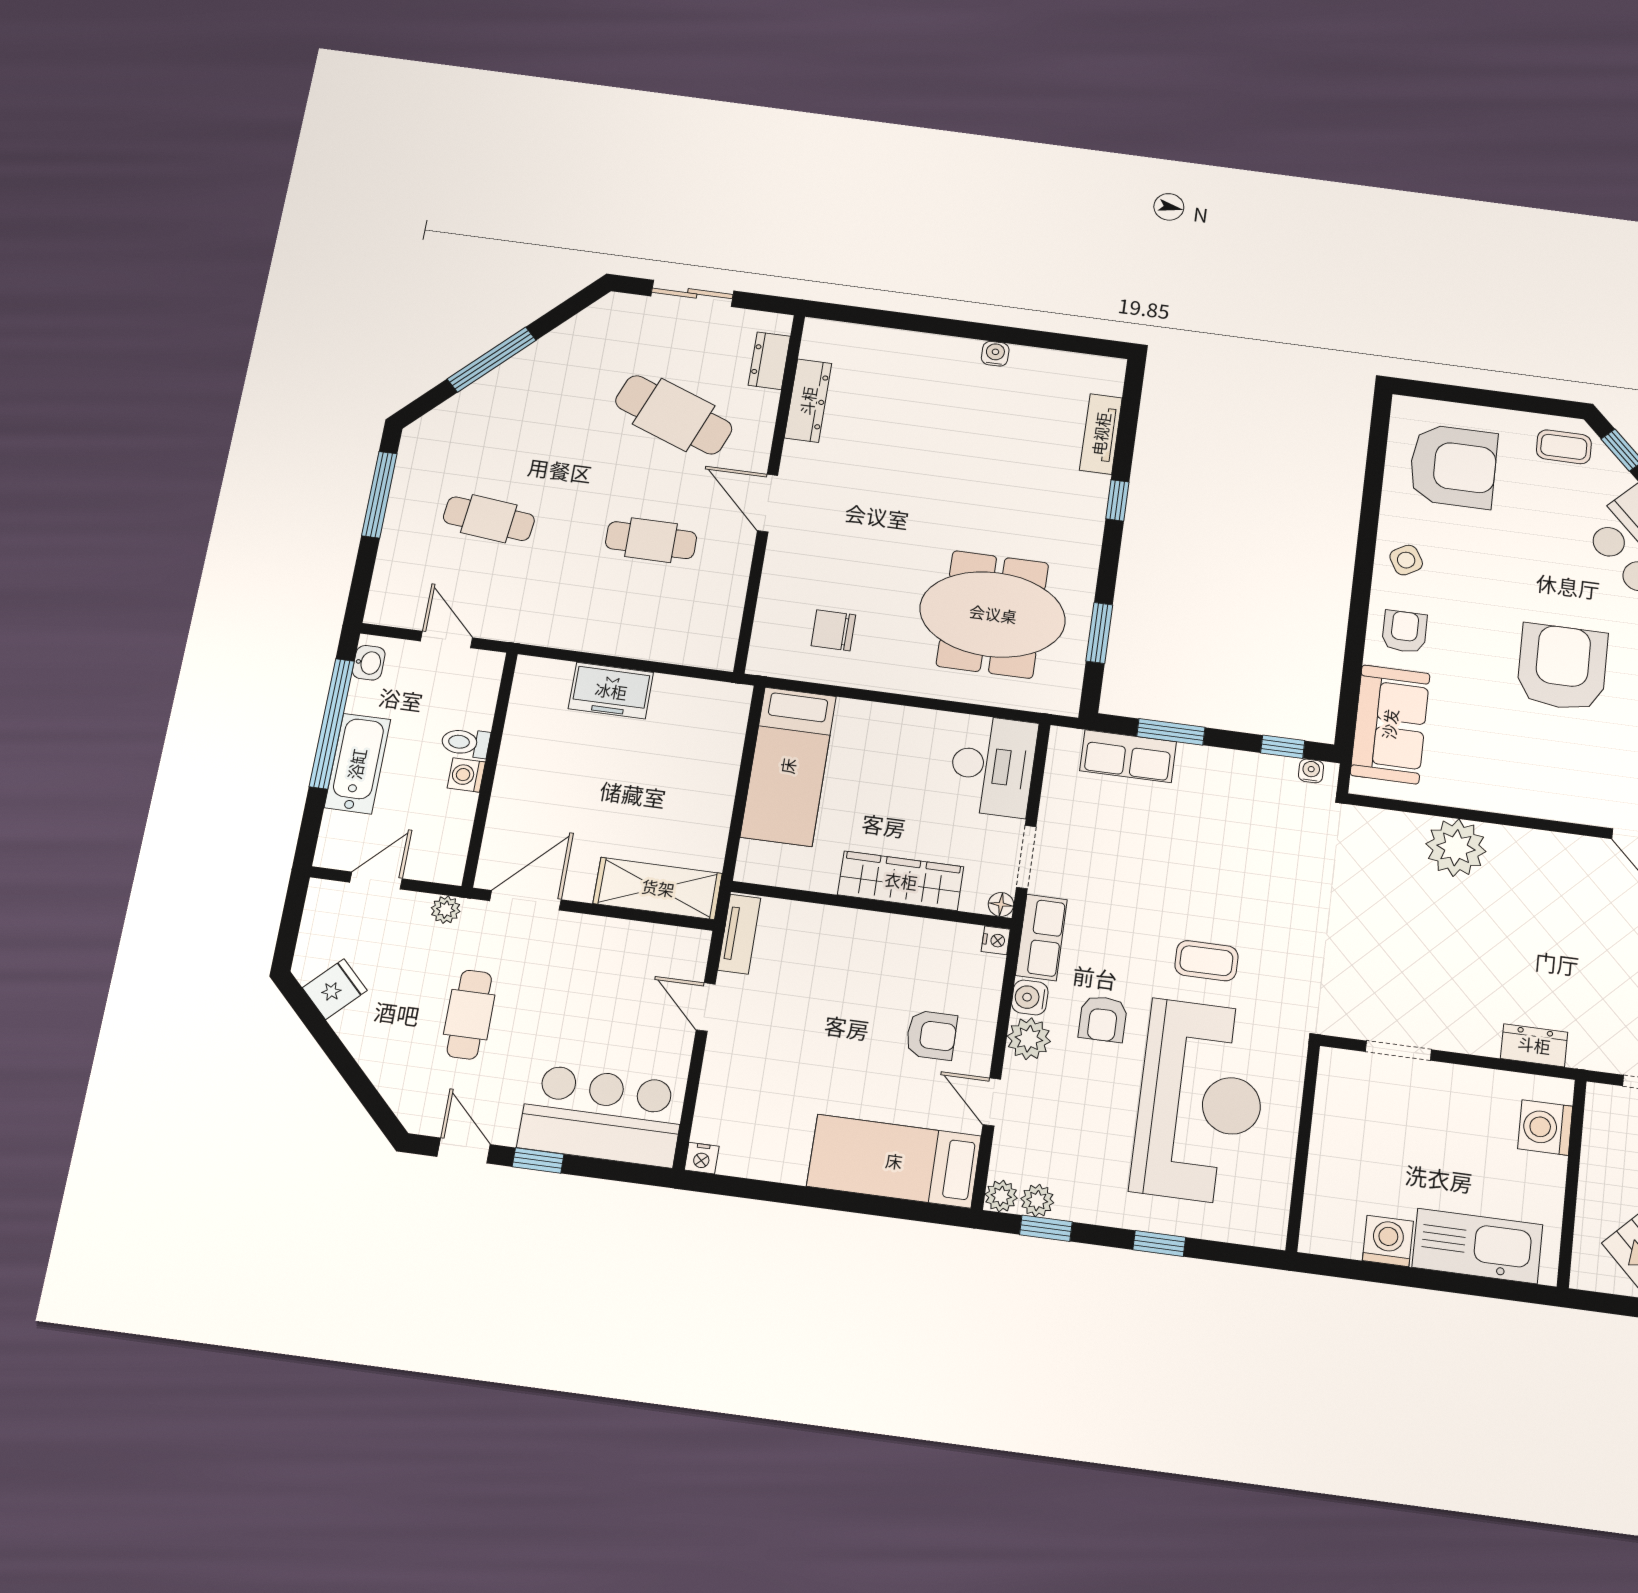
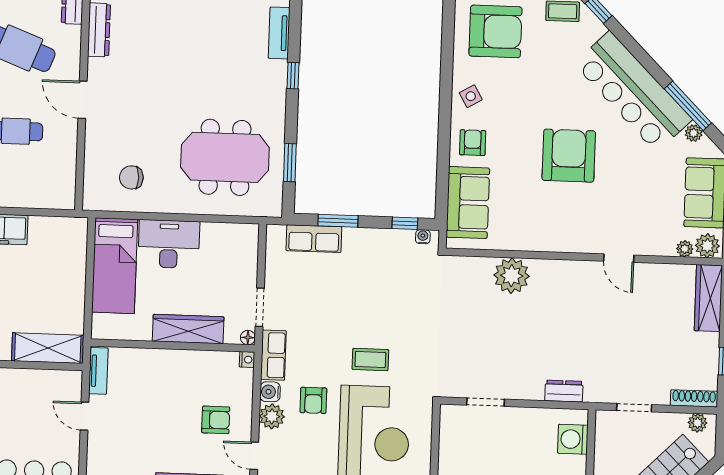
desk: (993, 766) -> (169, 244), moved, turned -90

